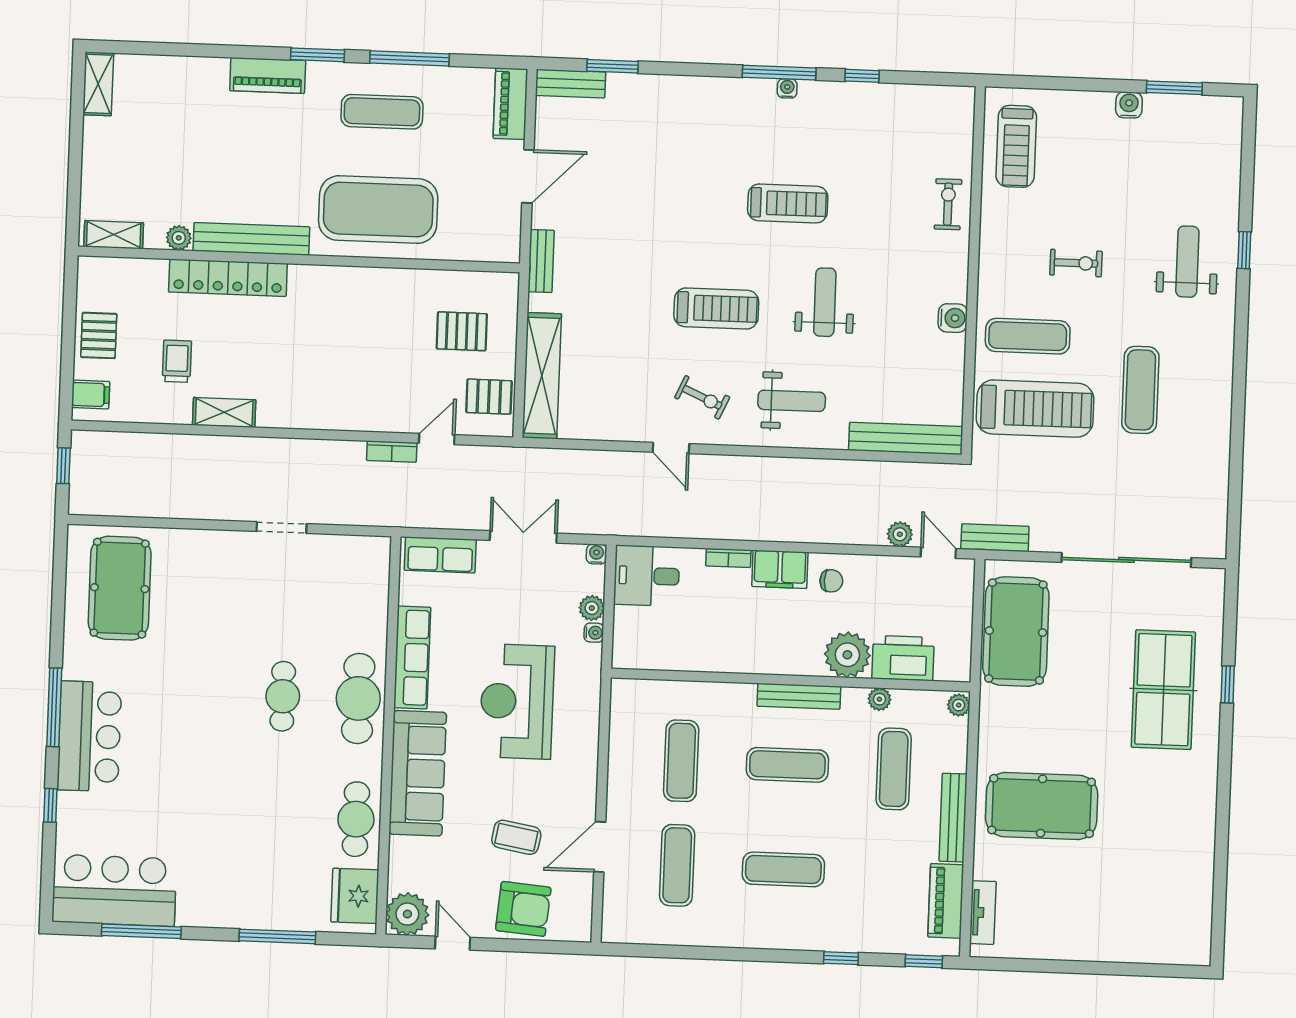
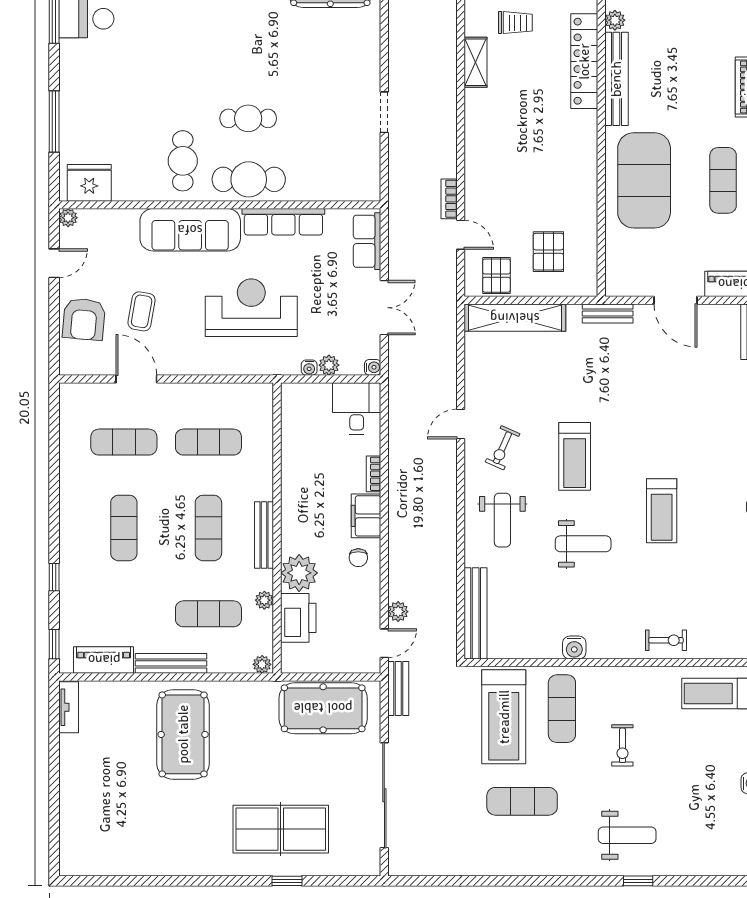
cafe table: (356, 819) -> (183, 161), moved, turned 90
tv unit: (983, 913) -> (69, 707), moved, turned -90
plant: (407, 914) -> (68, 218), width x0.53, depth x0.53

